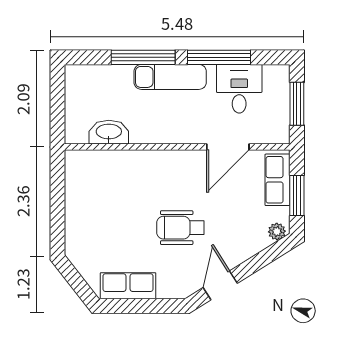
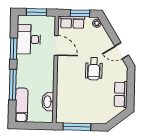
window: (219, 57) -> (14, 49), width x0.69
exam couch: (170, 77) -> (21, 105), moved
desk: (239, 89) -> (29, 39), width x1.37
window: (57, 195) -> (77, 127), added

